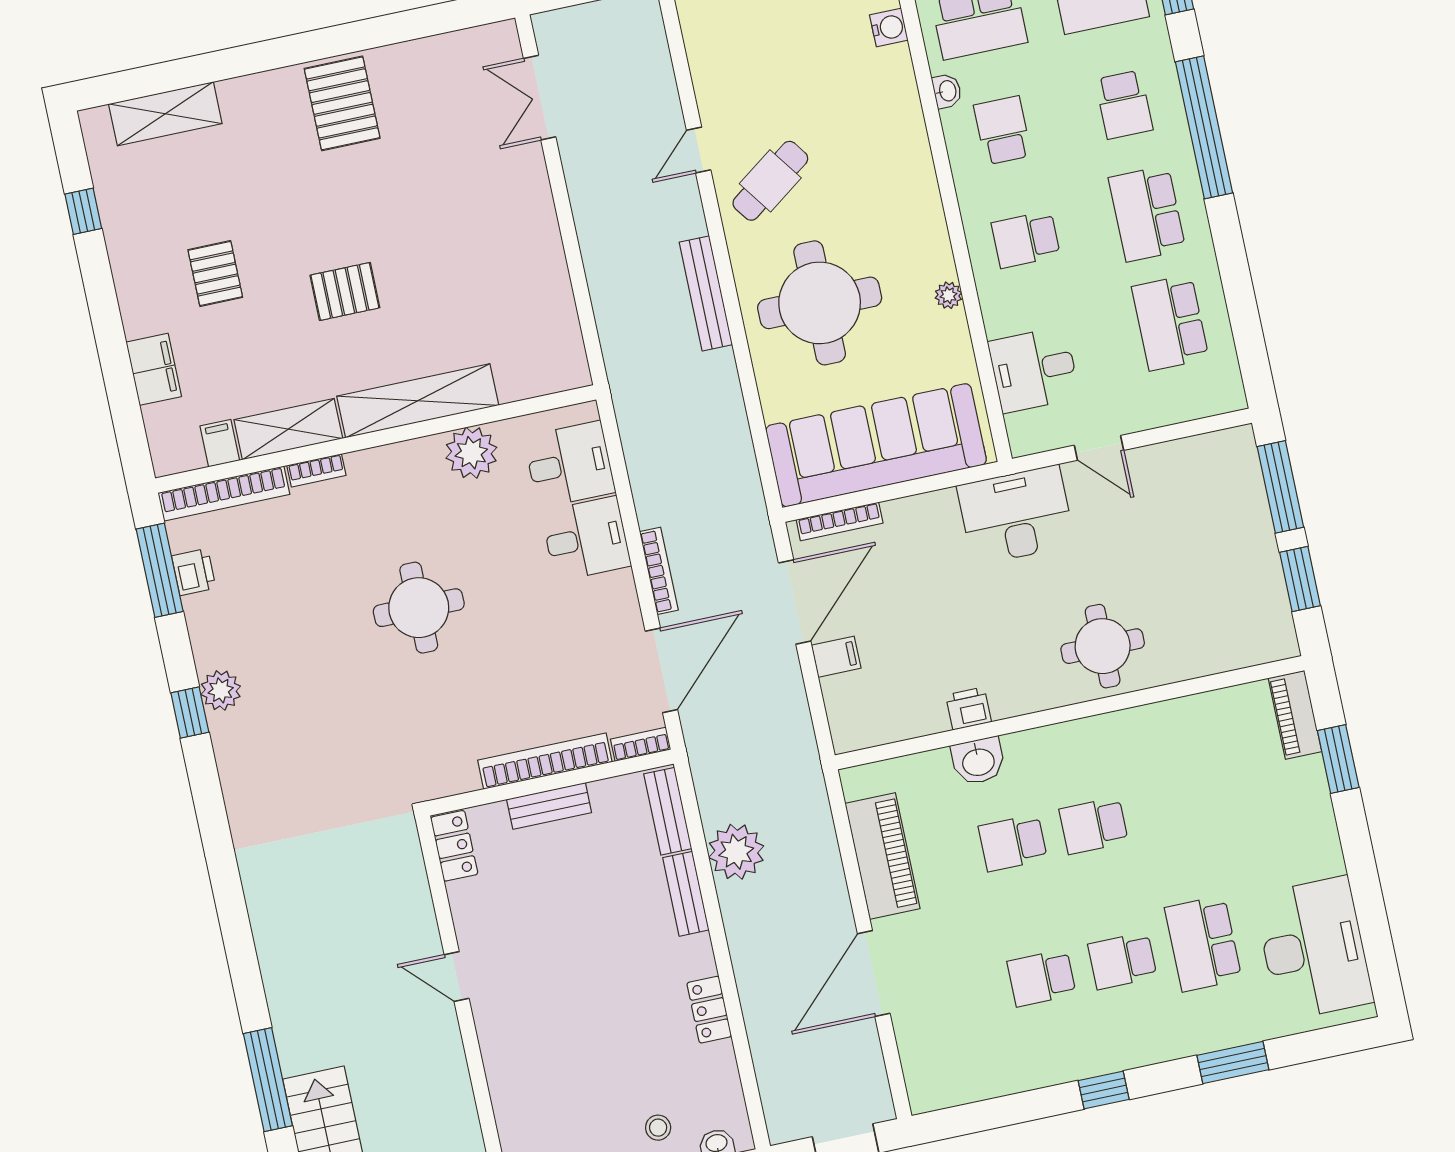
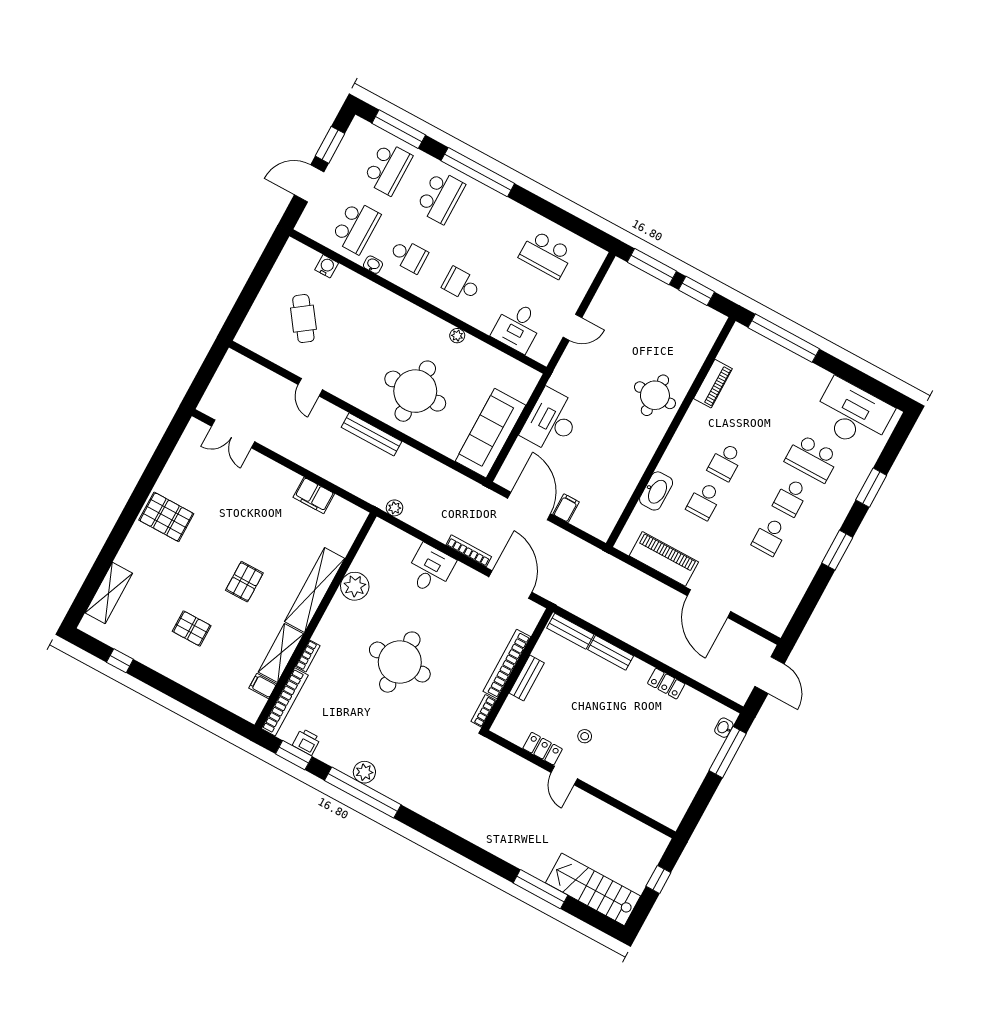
school desk: (1124, 105) -> (441, 197), width x1.85
school desk: (1003, 130) -> (409, 256), turned 180
cafe table: (770, 181) -> (303, 319), moved
school desk: (1147, 214) -> (493, 226), removed
school desk: (1026, 239) -> (461, 284), turned 90
filing cabinet: (154, 369) -> (314, 495), moved, turned 180
sofa: (876, 445) -> (490, 433), width x0.74, depth x0.79
desk: (569, 464) -> (394, 550), removed
desk: (1016, 515) -> (551, 421), moved
bookcase: (840, 521) -> (512, 459), removed
window: (160, 570) -> (294, 755), width x0.69
round table: (419, 608) -> (400, 662), width x1.36, depth x1.36
printer: (969, 709) -> (634, 472), removed
window: (190, 713) -> (363, 793), width x3.17
piano: (1295, 715) -> (713, 384), moved, turned -90
bookcase: (641, 744) -> (484, 711), moved
window: (1338, 759) -> (784, 338), width x2.11
washbasin: (978, 761) -> (656, 491), width x1.38
locker: (454, 846) -> (543, 749), moved
plant: (736, 852) -> (394, 508), moved, width x0.53, depth x0.53
door: (457, 977) -> (564, 776), hinge flipped
window: (1104, 1090) -> (837, 550), width x1.50
stool: (658, 1128) -> (585, 736), moved

